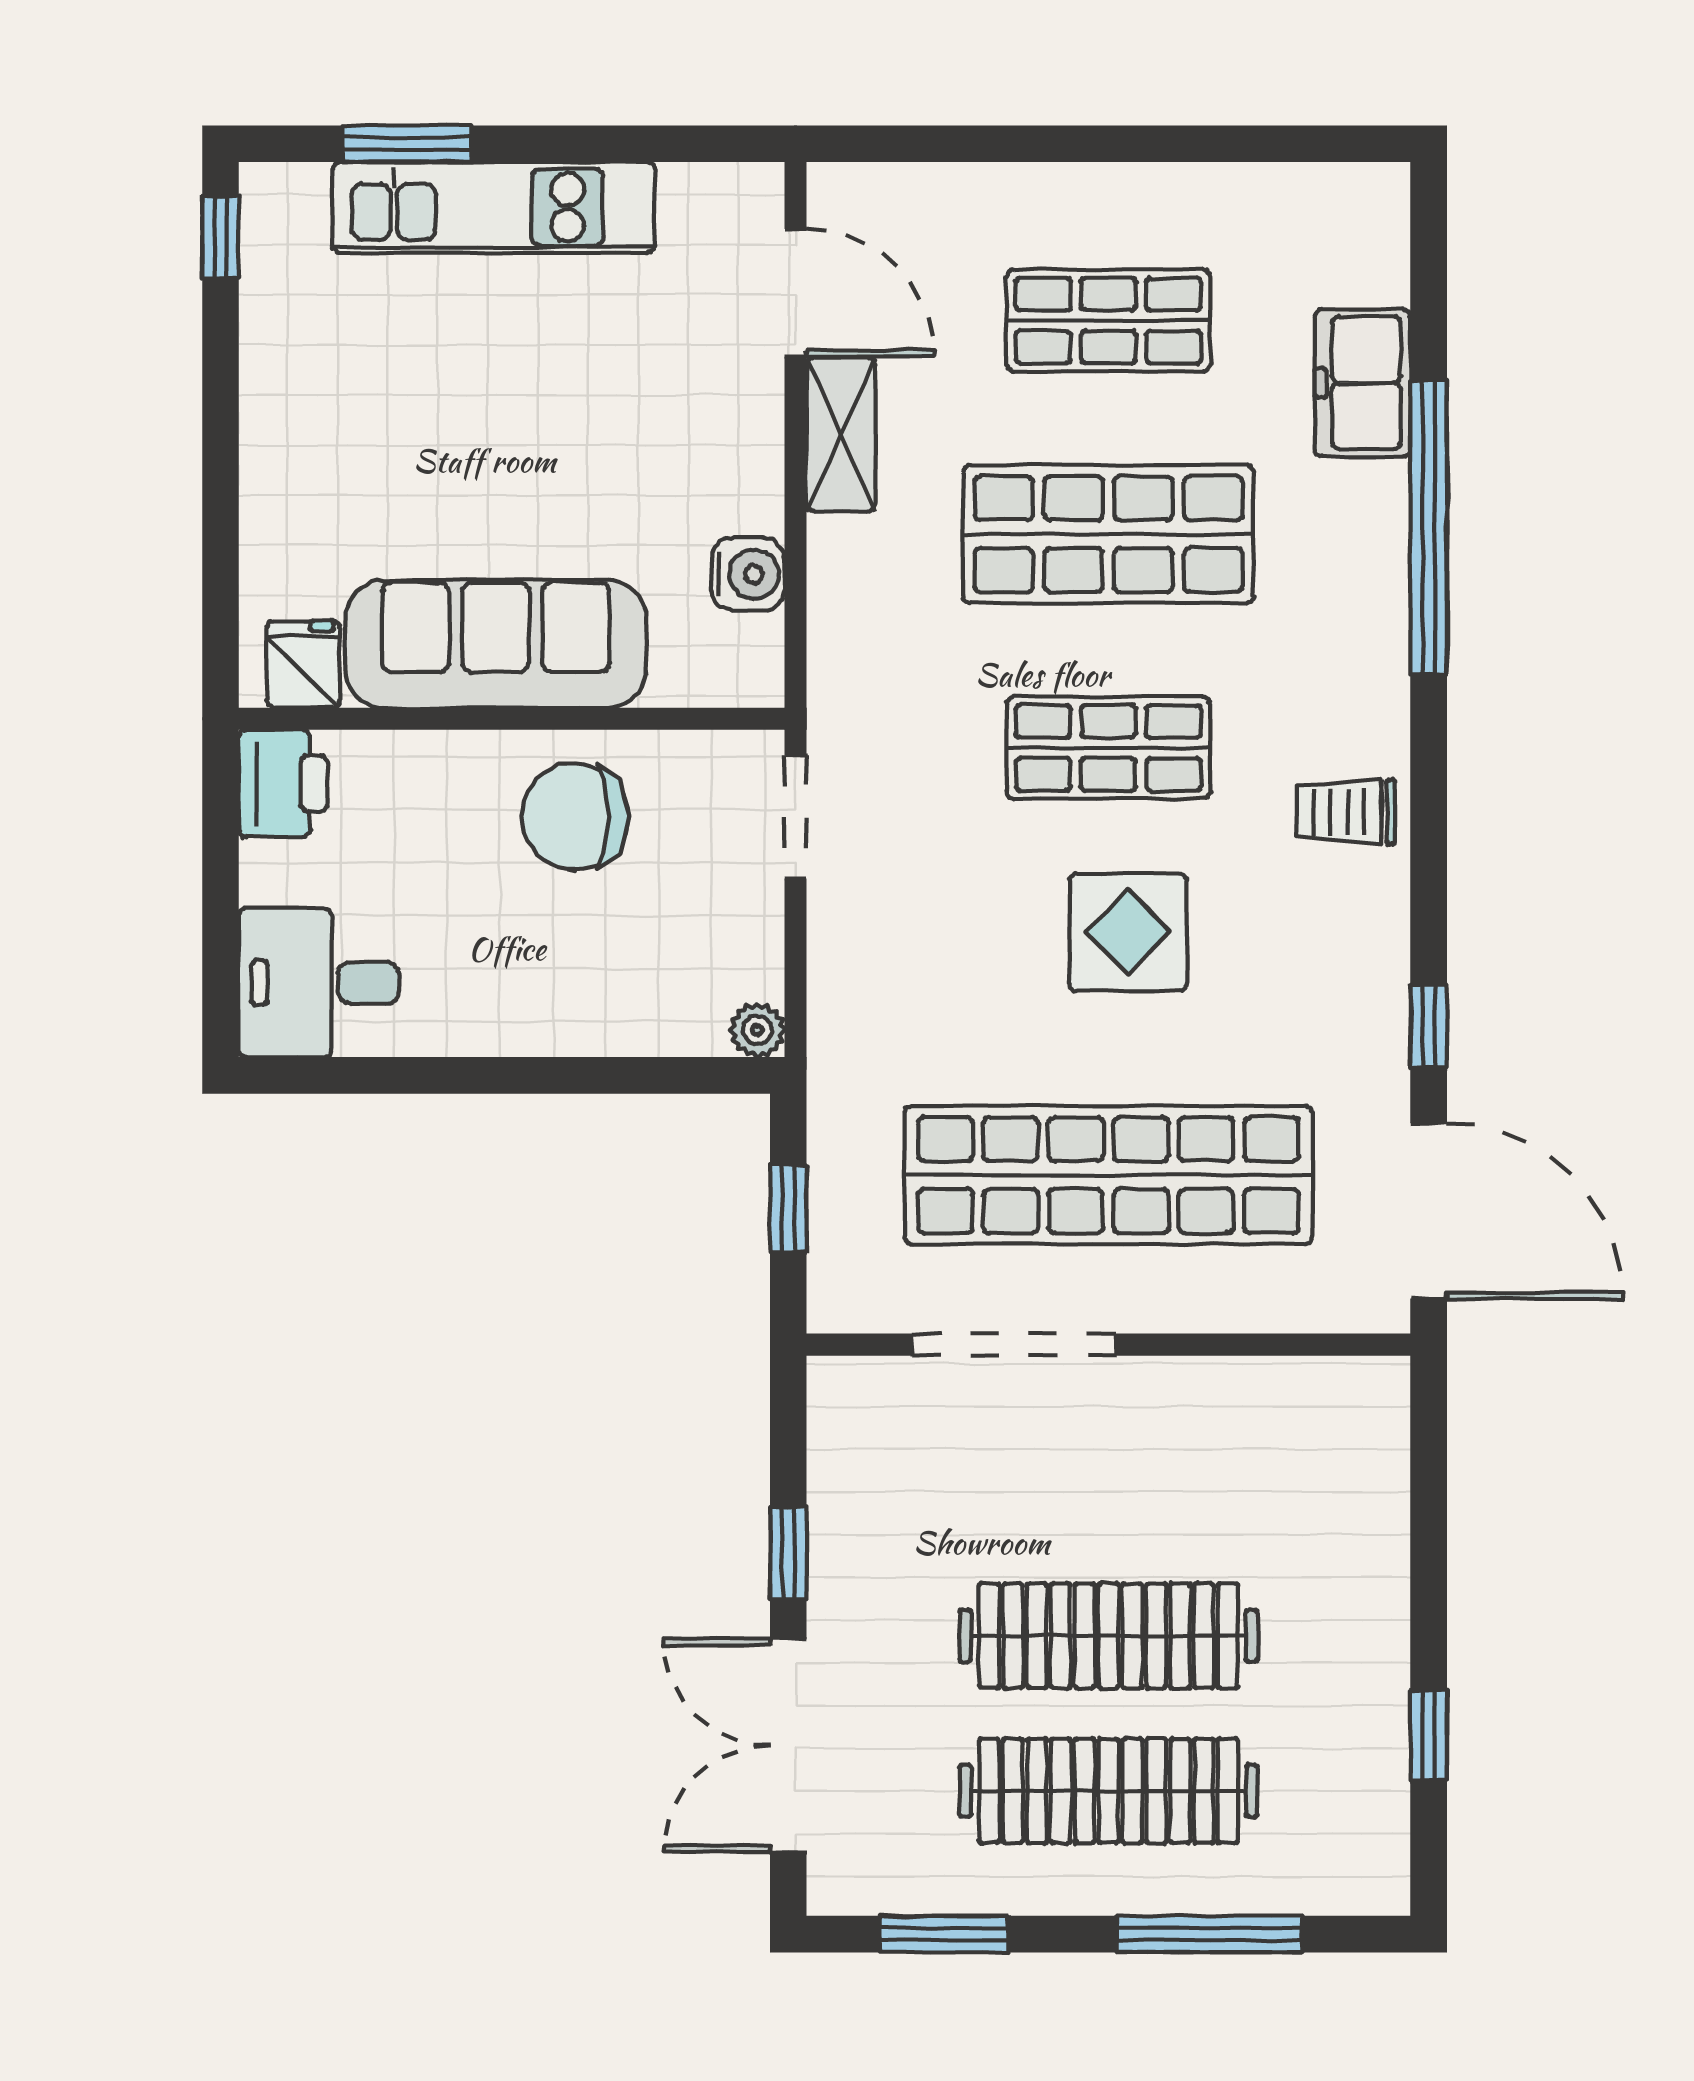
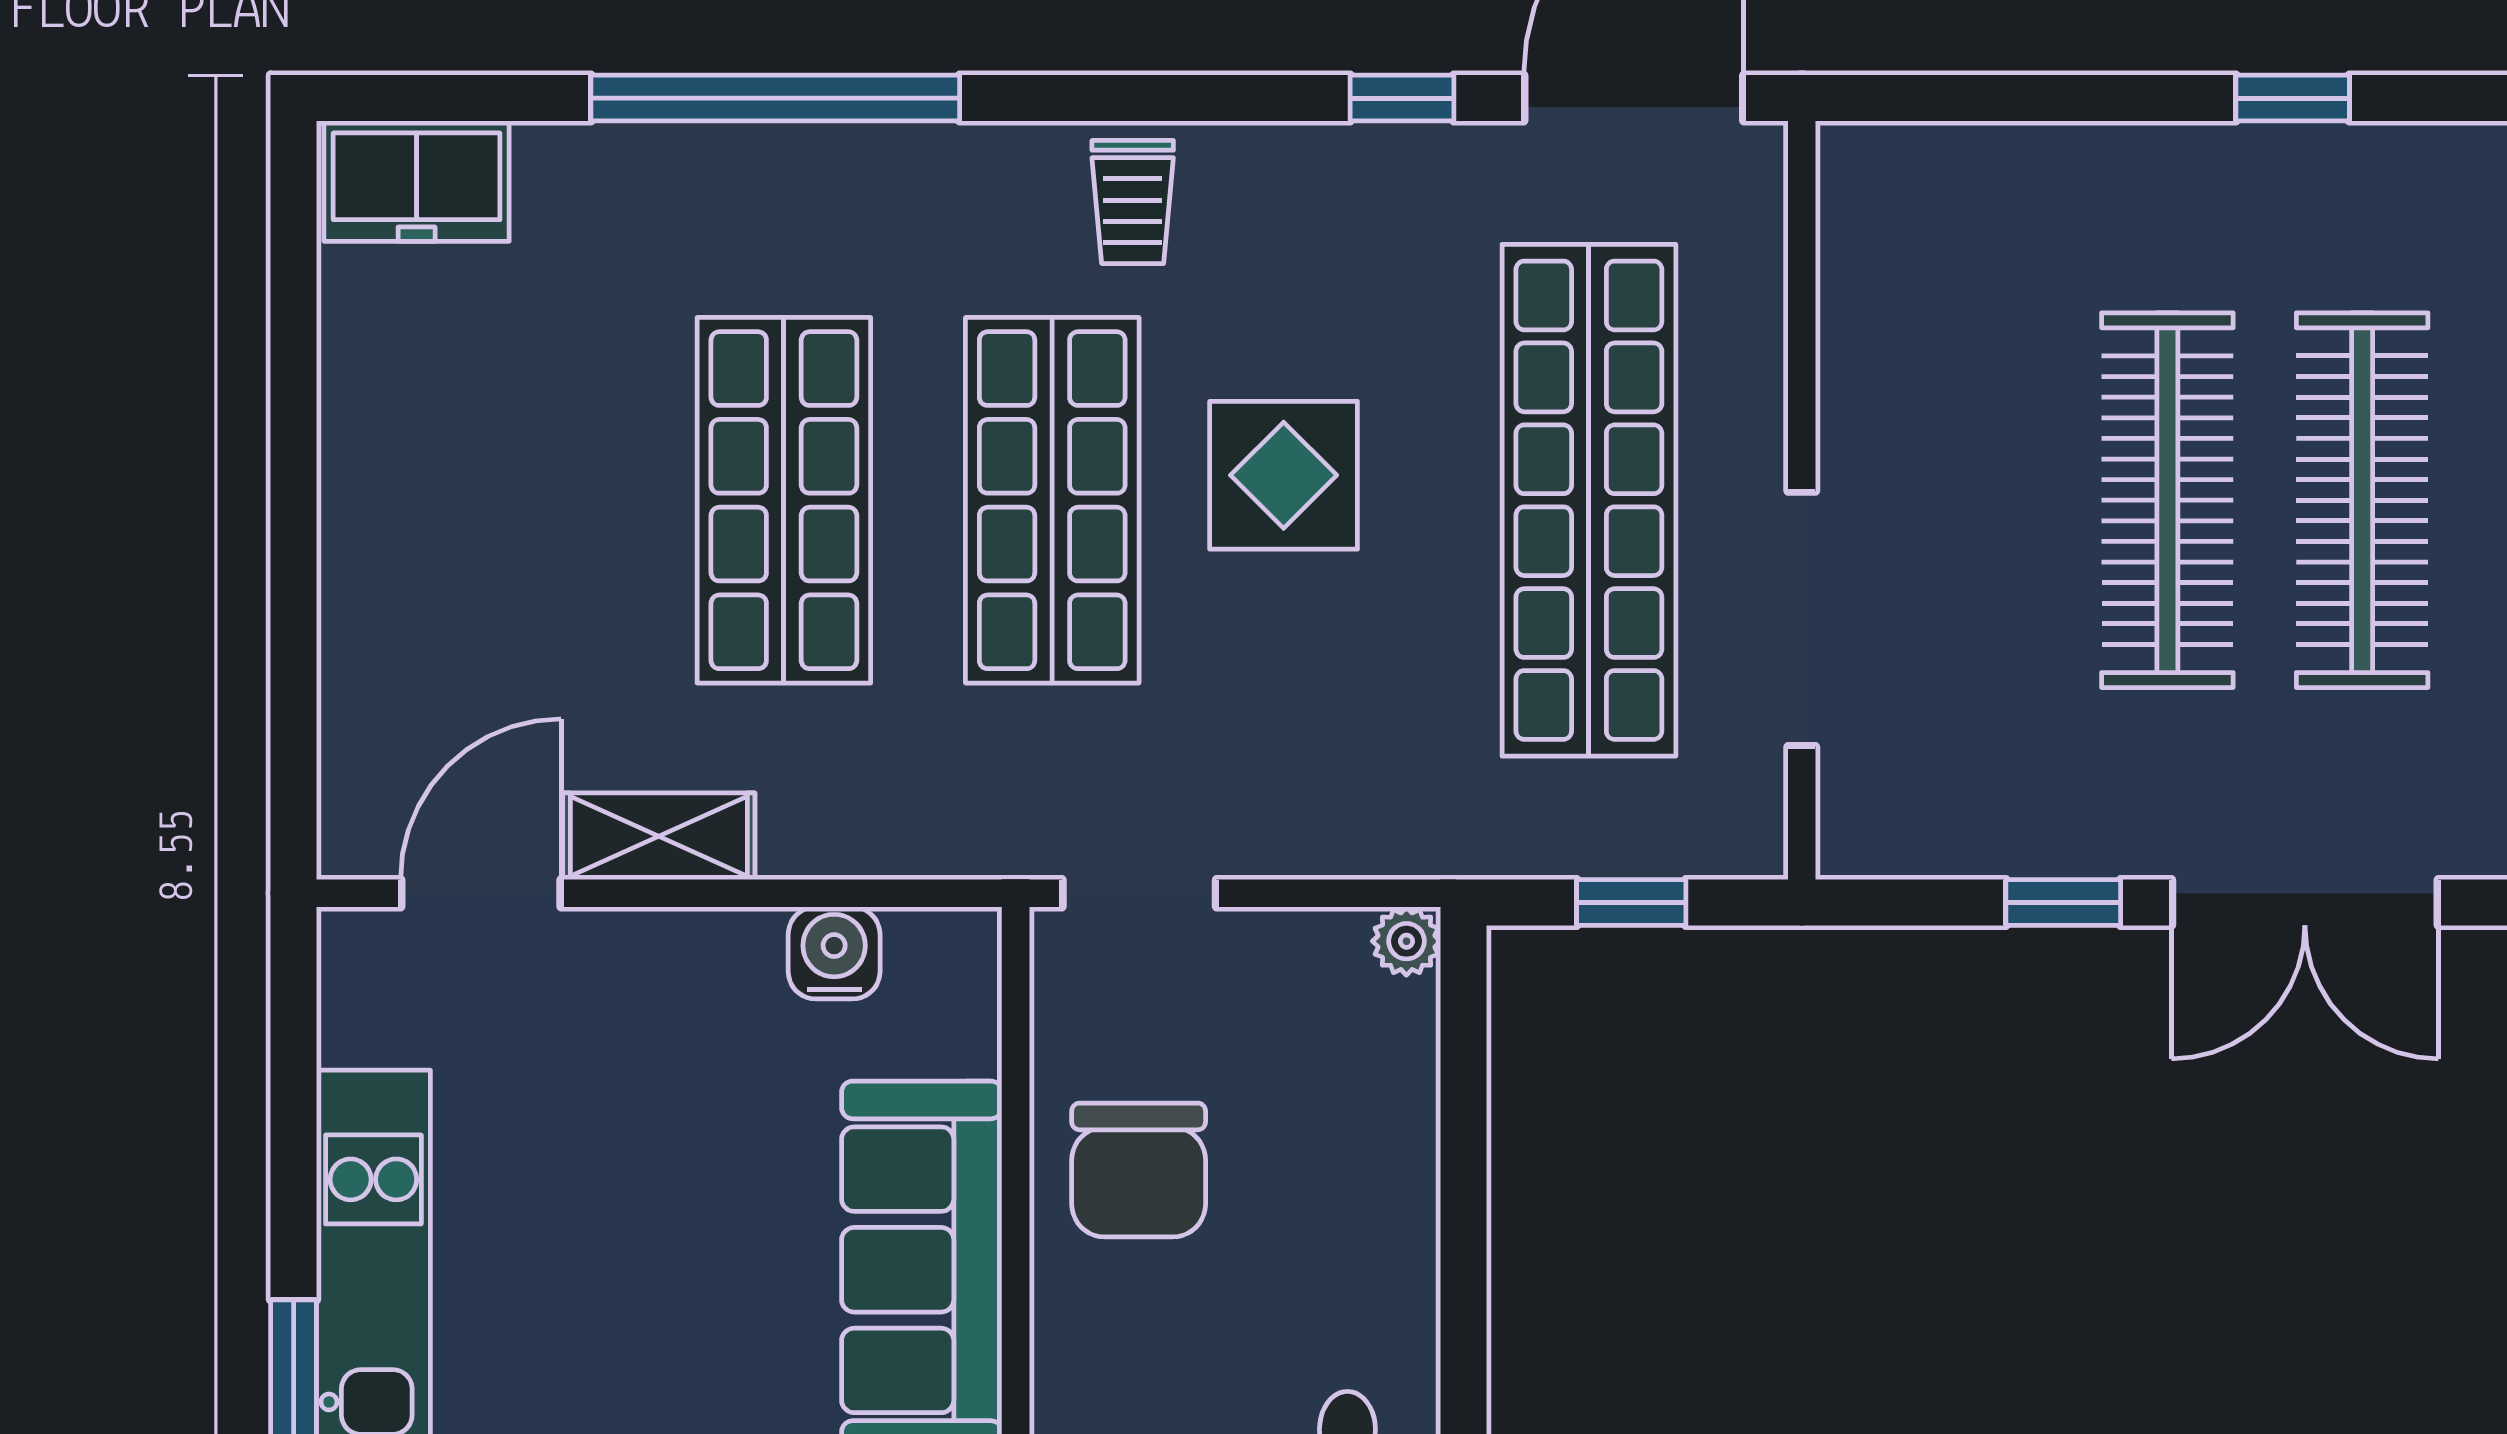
shop shelf: (1108, 320) -> (516, 500), removed
freezer: (1363, 383) -> (417, 181), moved
shop shelf: (1108, 748) -> (1052, 500), width x1.43, depth x1.36

